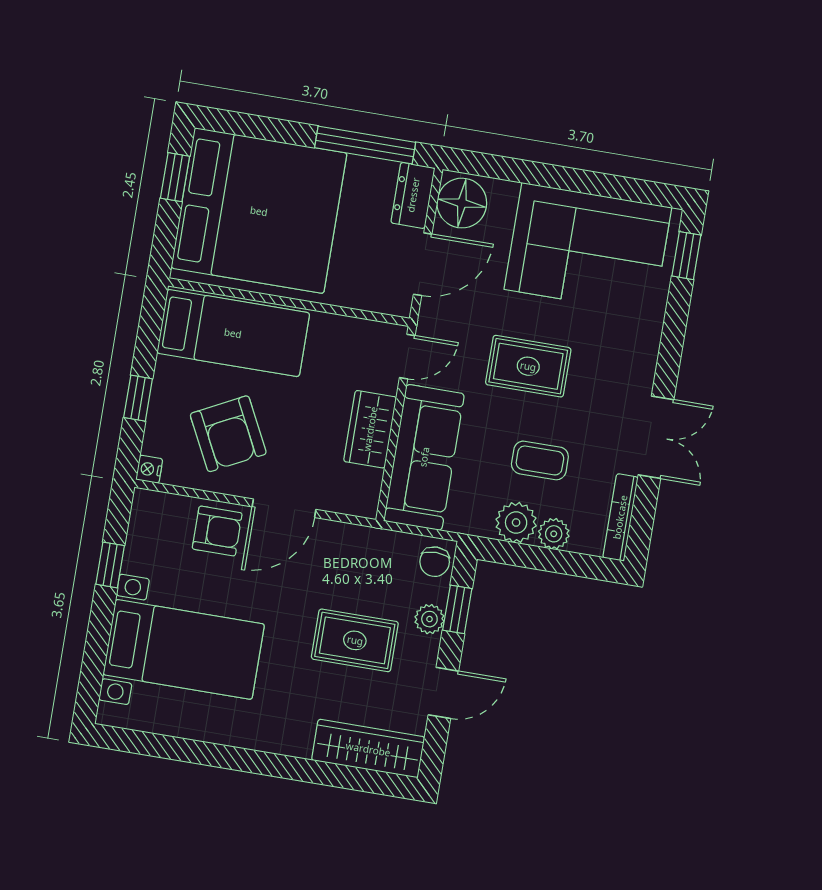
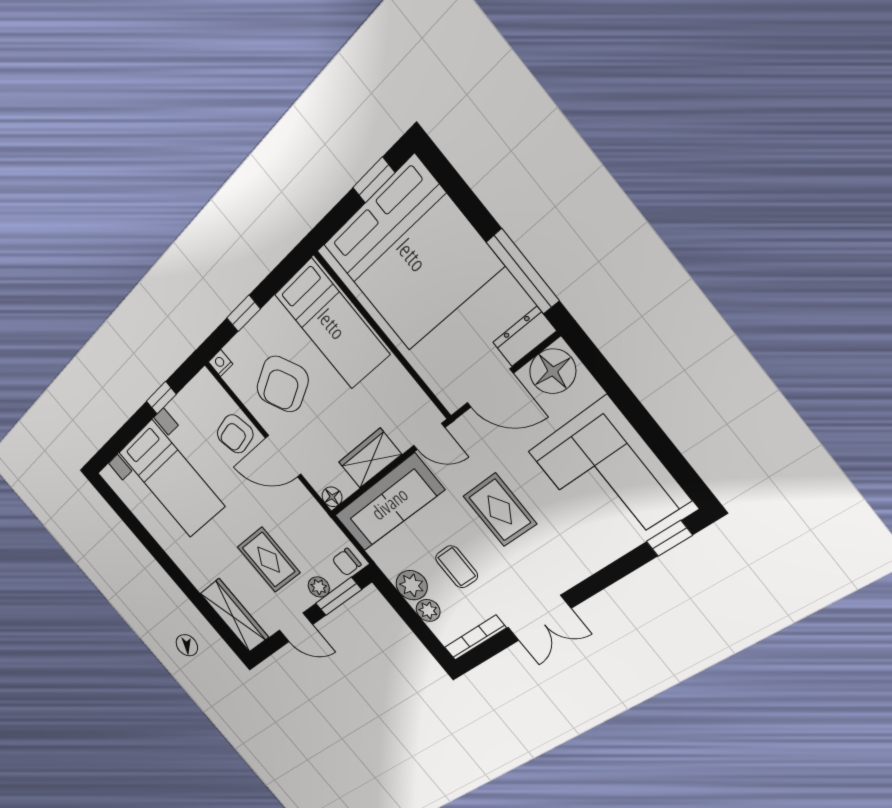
floor lamp: (365, 505) -> (332, 497), added
armchair: (217, 531) -> (235, 434), turned 78
window: (457, 609) -> (338, 596), width x1.50

